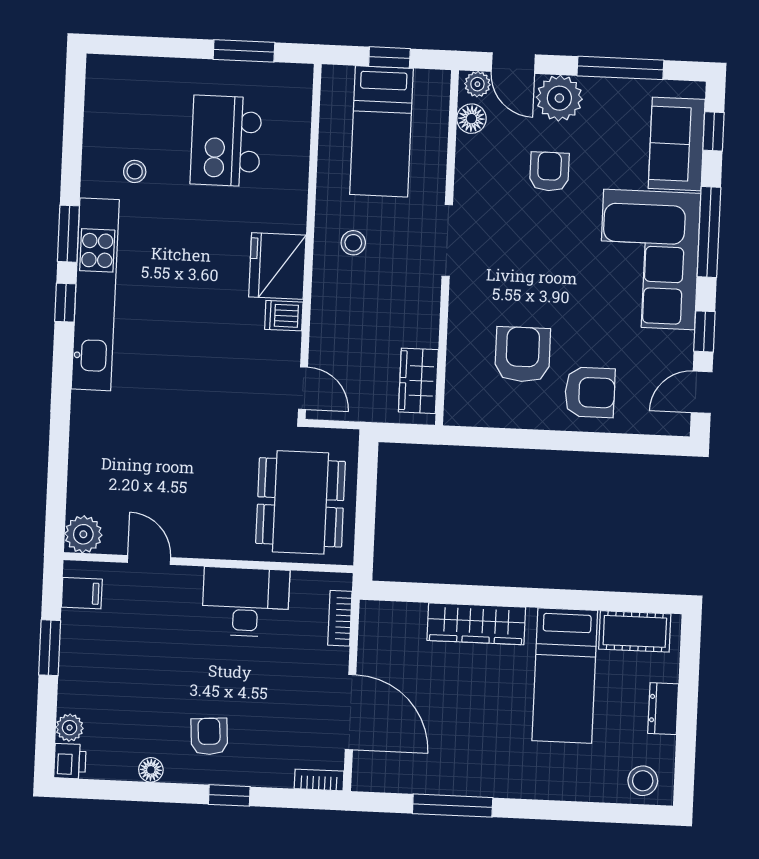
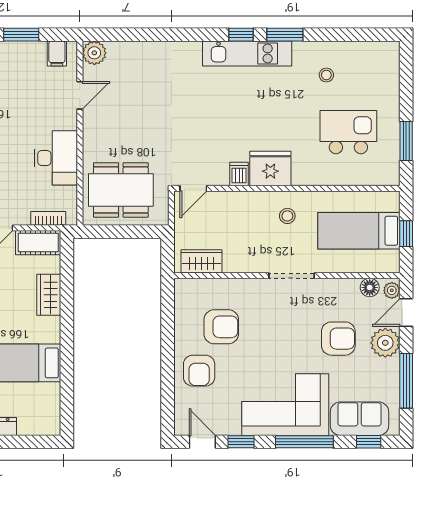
armchair: (549, 171) -> (338, 339), width x1.38, depth x1.38
kitchen unit: (95, 294) -> (247, 53), width x0.73
wardrobe: (476, 624) -> (49, 295), width x0.67
cot: (635, 631) -> (38, 243), moved, turned 90

